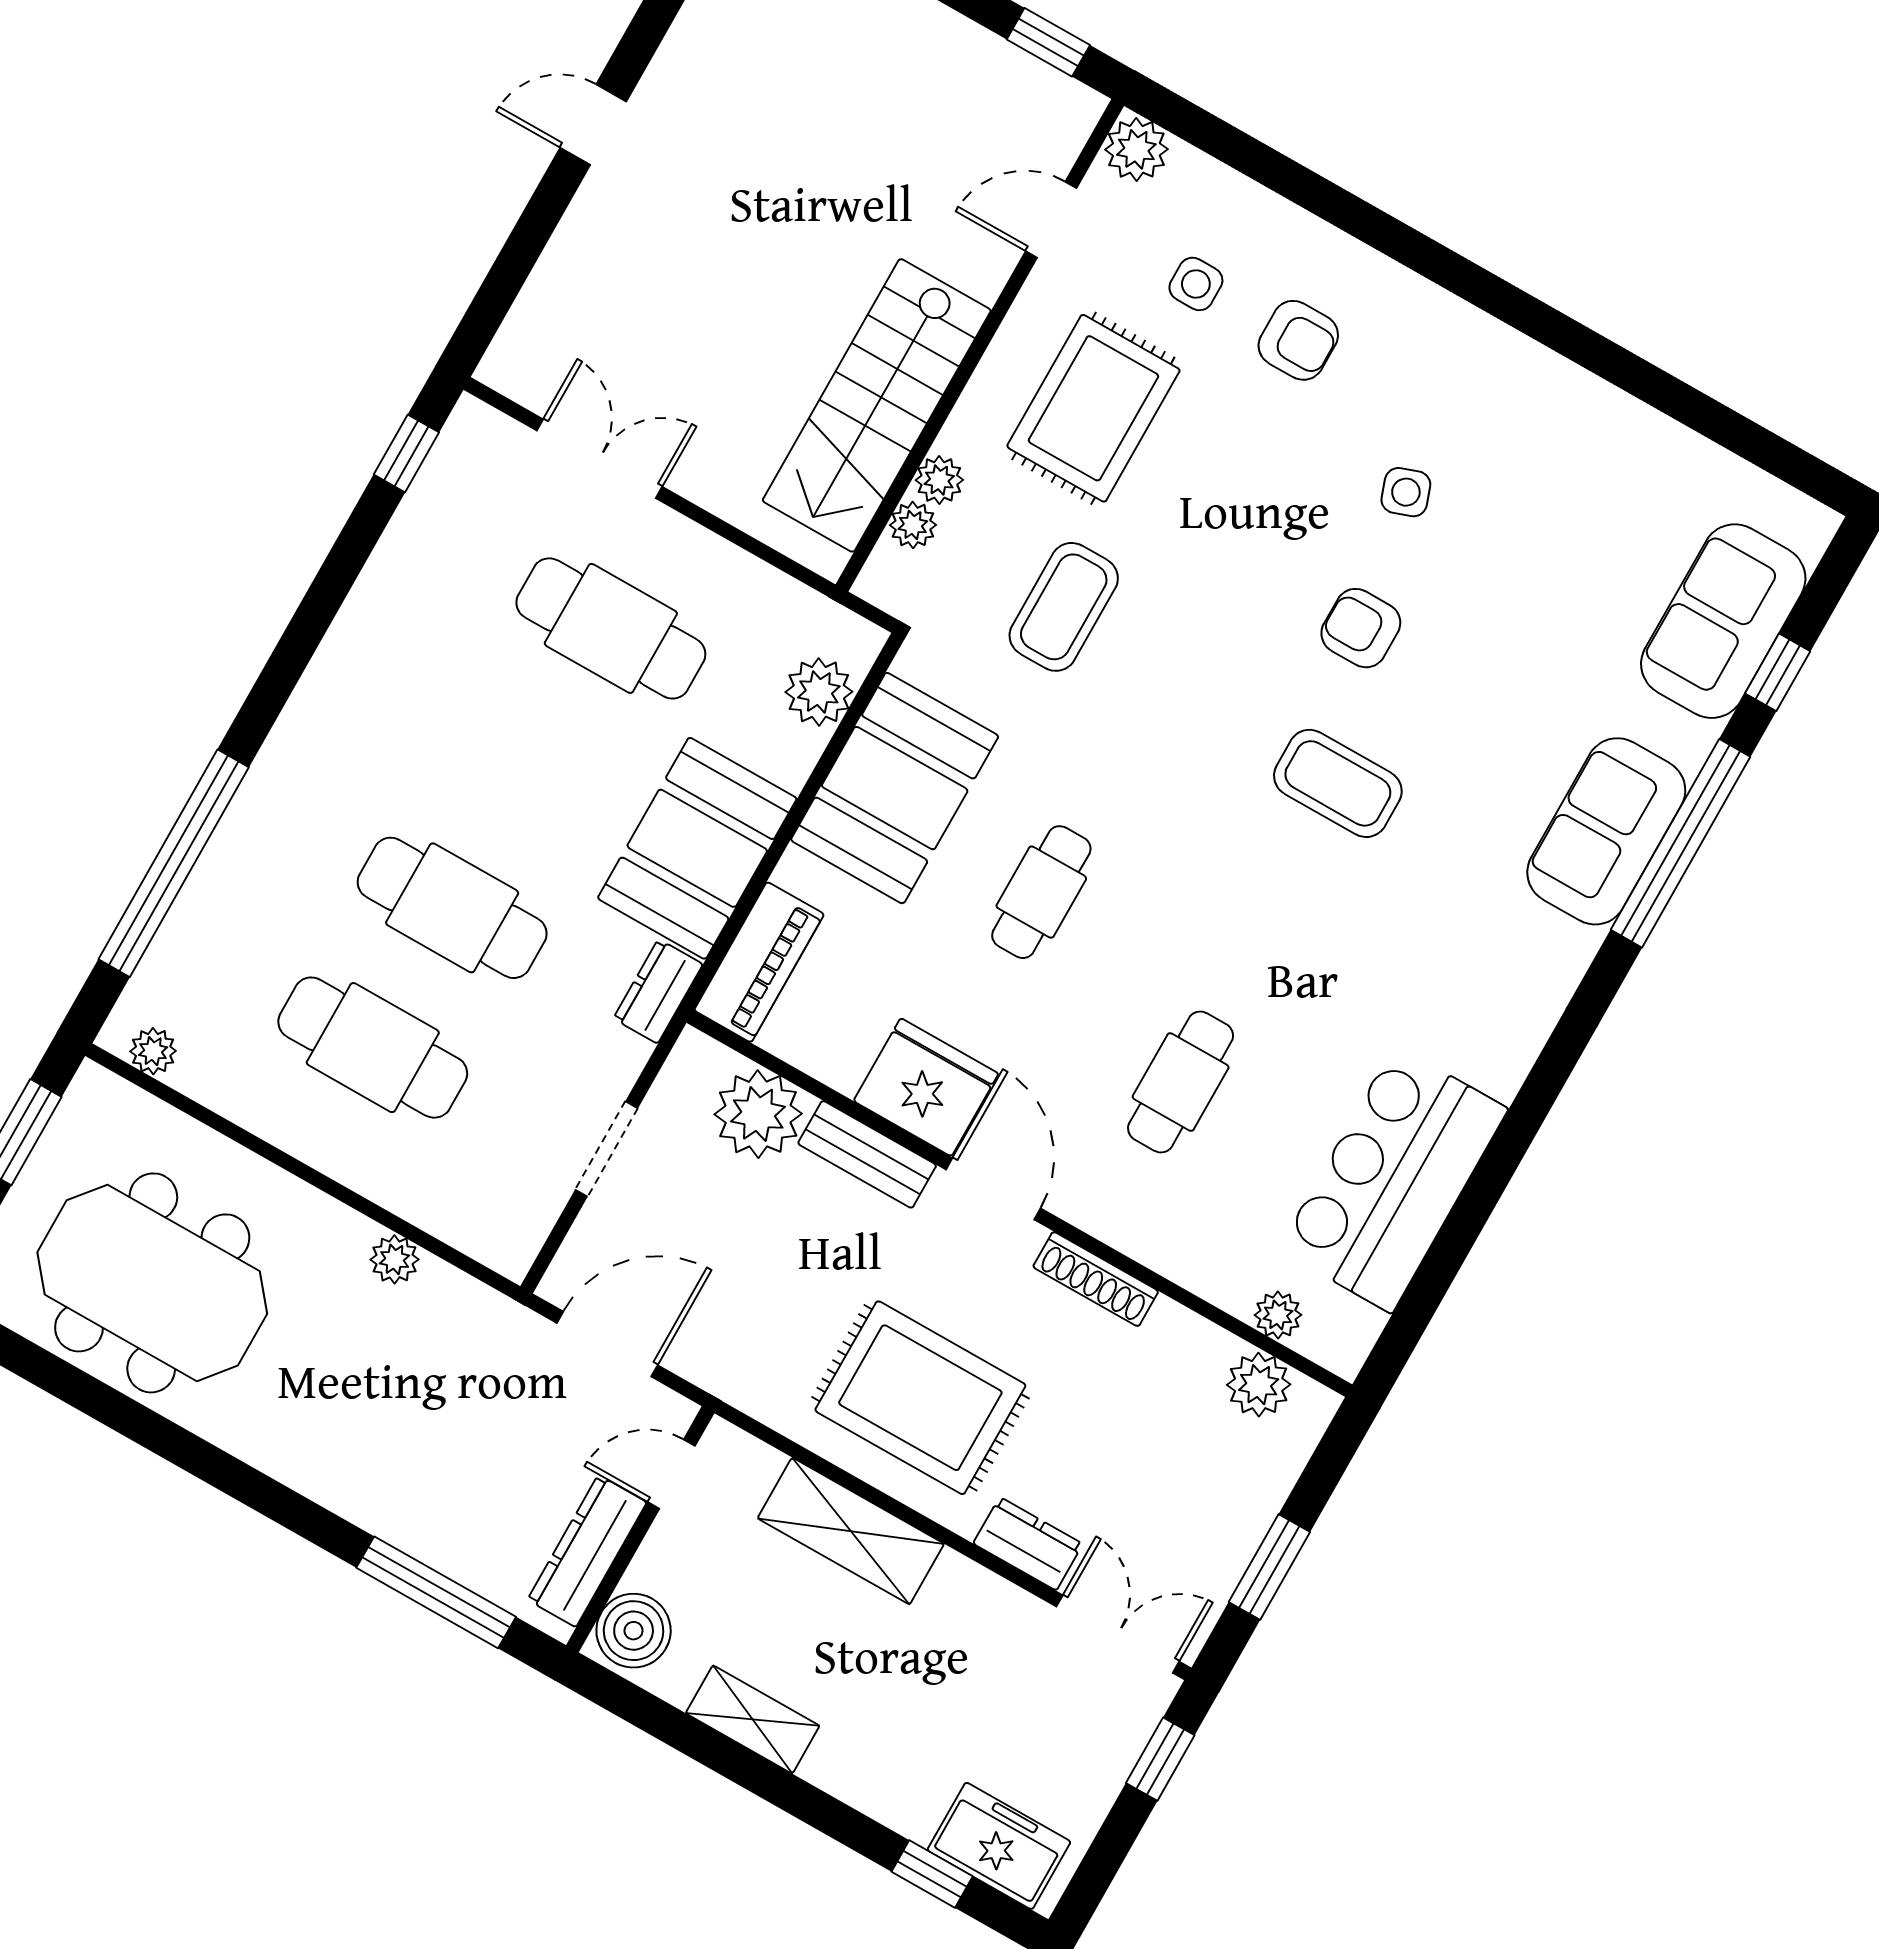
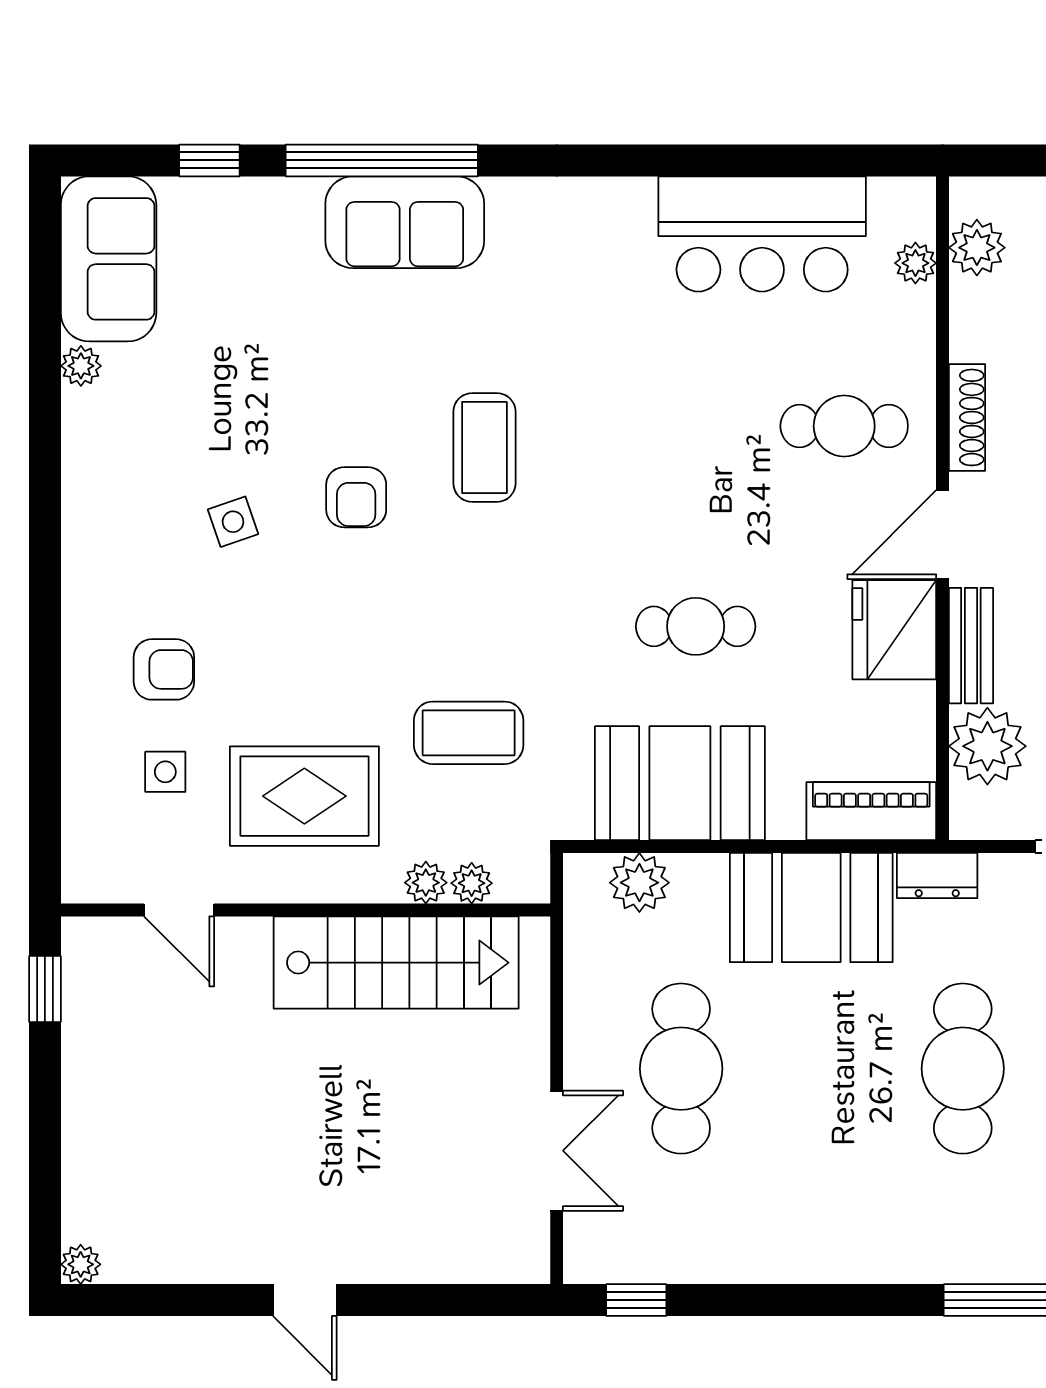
plant: (1136, 149) -> (81, 366), moved, width x0.73, depth x0.73
armchair: (1298, 340) -> (164, 669), turned 90
double door: (599, 459) -> (557, 1151), swing flipped
sofa: (1723, 621) -> (109, 259), moved, turned -90
cafe table: (1181, 1082) -> (844, 426), moved

